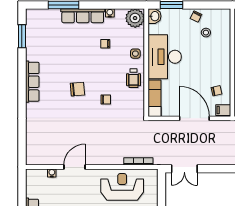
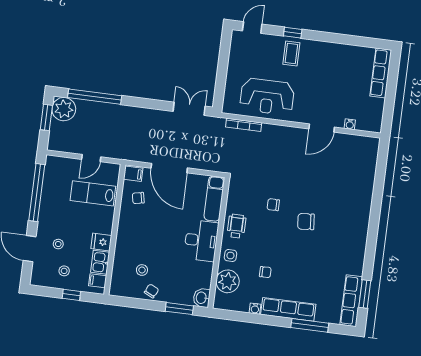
plant: (135, 18) -> (228, 281), moved
desk: (165, 57) -> (201, 241), width x0.73, depth x0.77
row of seats: (32, 82) -> (351, 301), moved

